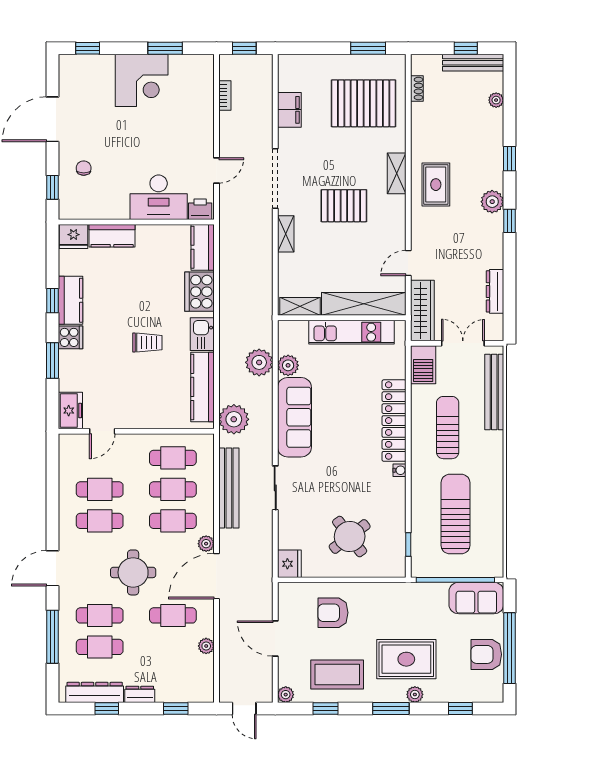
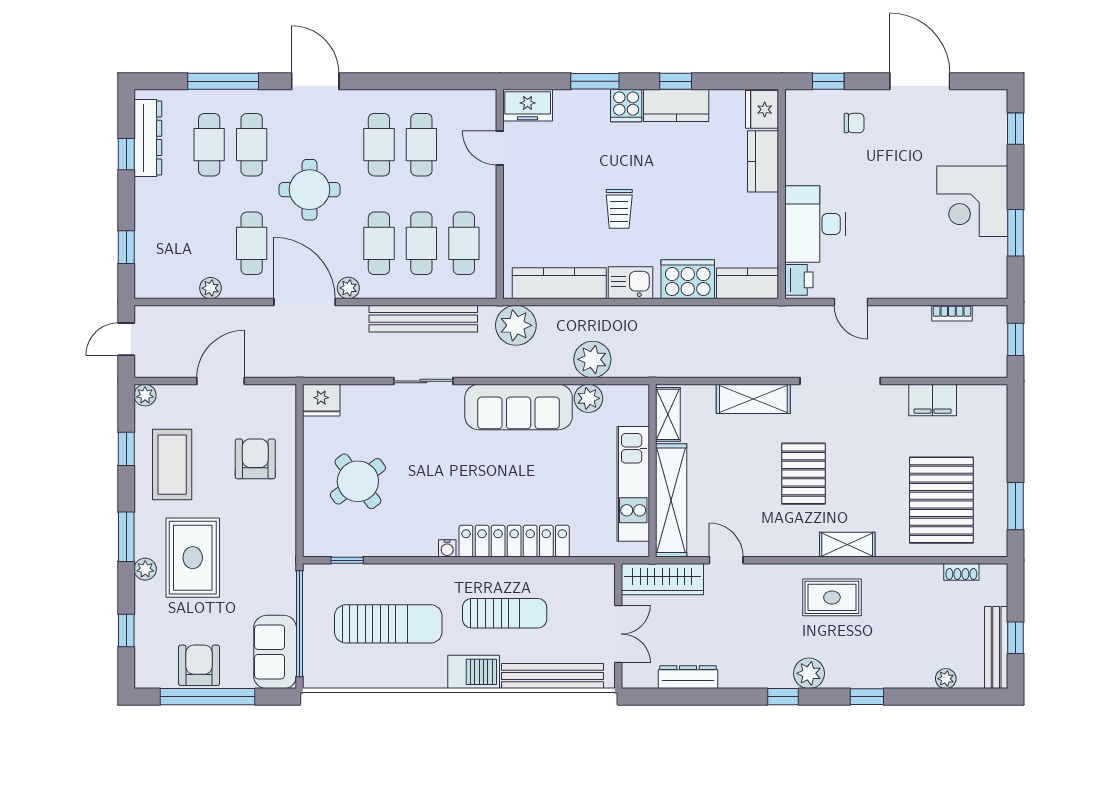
shelving: (286, 234) -> (753, 399), width x1.50, depth x1.33
barbecue: (423, 365) -> (474, 672), moved, turned 180
dresser: (140, 694) -> (145, 199), removed

